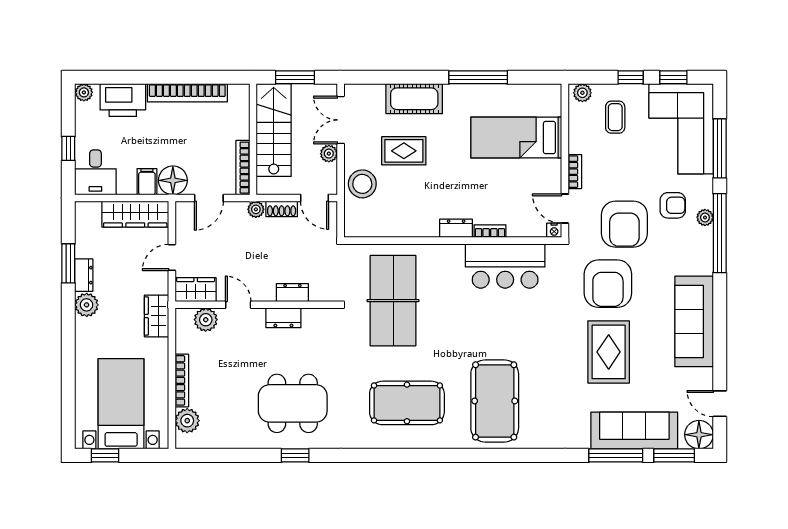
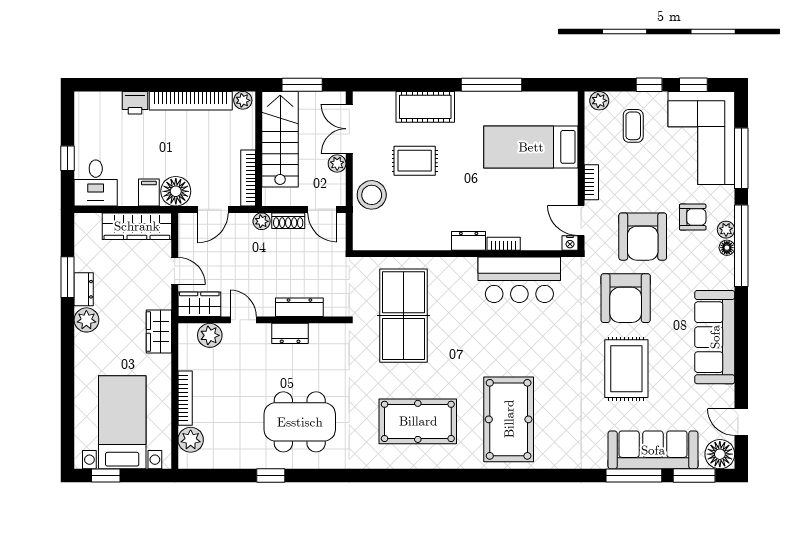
plant: (84, 92) -> (243, 100), moved
printer: (123, 100) -> (135, 103), width x0.53, depth x0.68
floor lamp: (706, 235) -> (727, 248), added
door: (172, 257) -> (175, 271), swing flipped
dresser: (292, 293) -> (299, 307), width x1.44
window: (295, 455) -> (271, 476), moved

